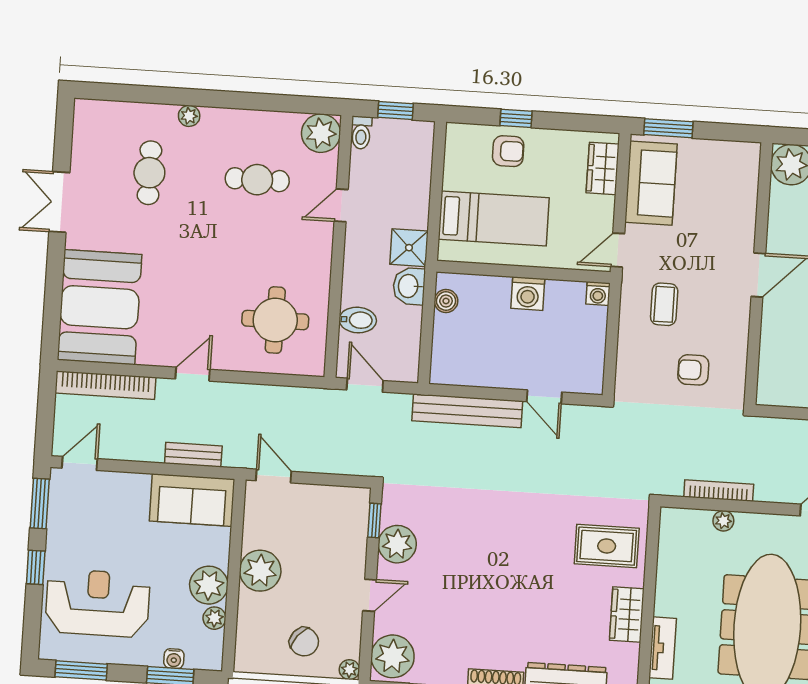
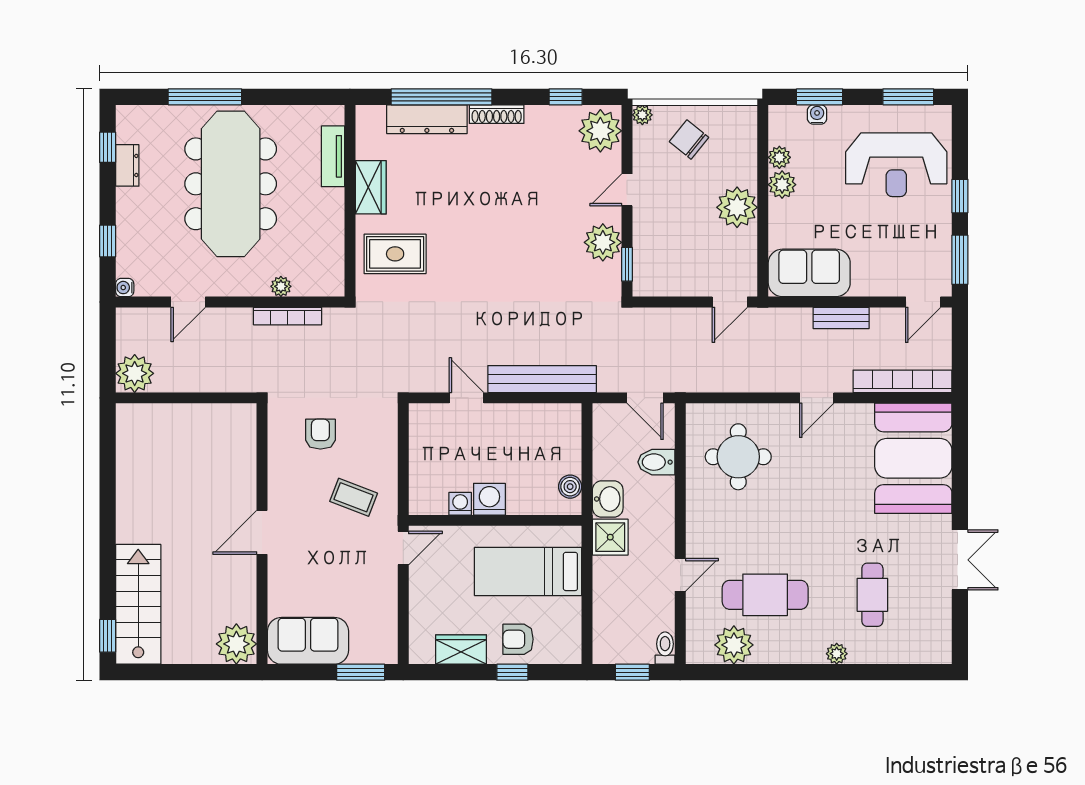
plant: (321, 133) -> (734, 645), moved
wardrobe: (603, 168) -> (461, 650), moved, turned -90
cafe table: (257, 180) -> (765, 595), width x1.37, depth x1.35
sofa: (651, 183) -> (308, 641), moved, turned 90
washing machine: (598, 294) -> (460, 504), moved
coffee table: (664, 304) -> (354, 497), turned -69
armchair: (693, 370) -> (320, 434), turned -90
bench: (193, 455) -> (841, 318), moved
door: (274, 476) -> (730, 302), hinge flipped
plant: (209, 585) -> (782, 185), width x0.73, depth x0.73

